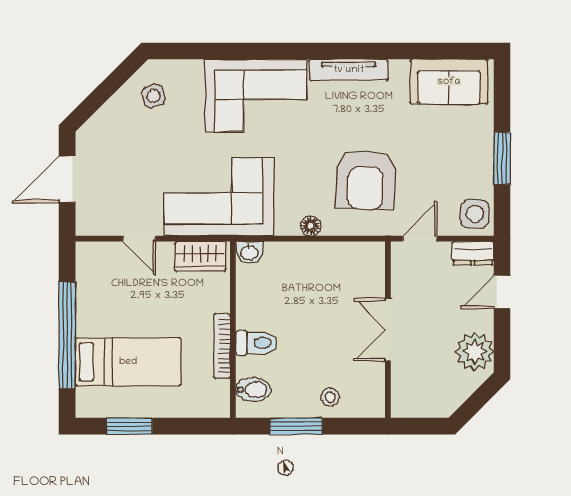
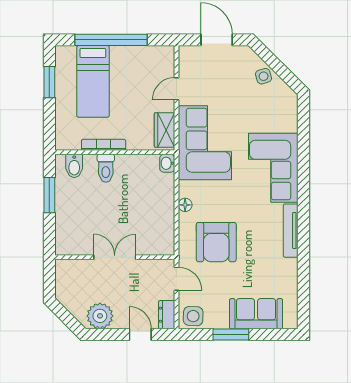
sofa: (449, 82) -> (256, 314), moved, turned 90
side table: (154, 96) -> (264, 76), moved
armchair: (366, 180) -> (216, 242), turned -92
stool: (330, 397) -> (69, 218), removed

